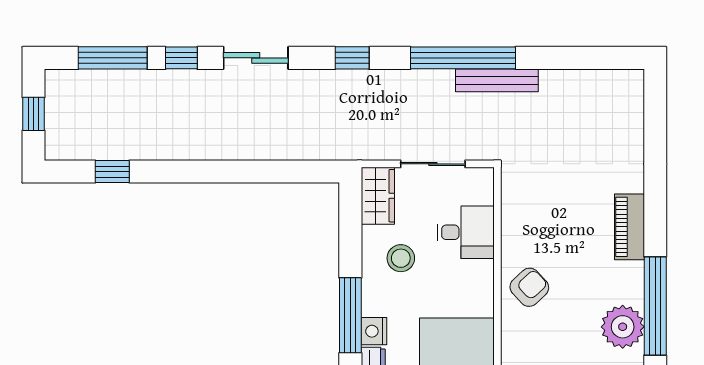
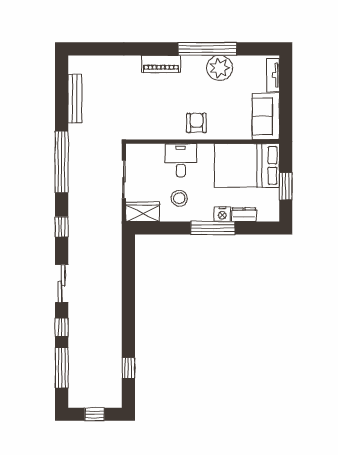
bench: (497, 80) -> (75, 99), moved
desk: (466, 232) -> (181, 160), moved
armchair: (529, 287) -> (196, 123), turned 43

